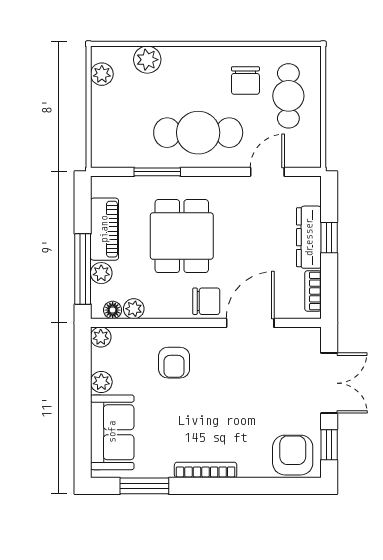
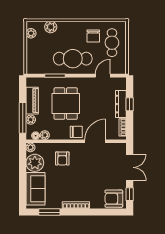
plant: (101, 382) -> (35, 163), width x1.88, depth x1.88
armchair: (293, 455) -> (114, 199), turned -90

